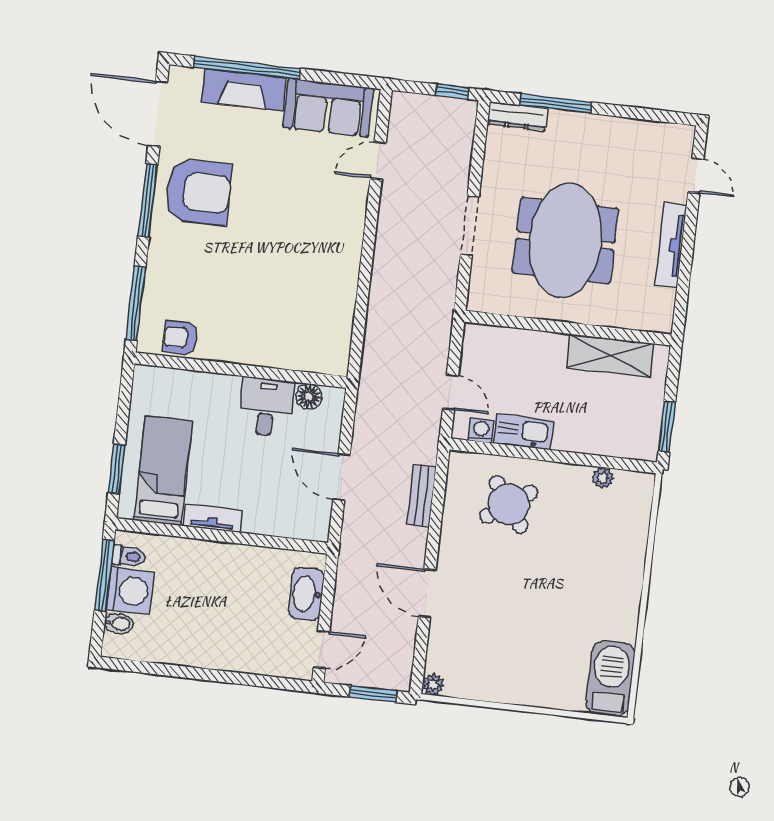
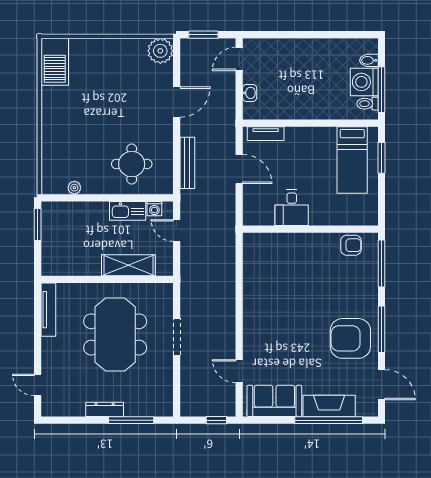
window: (452, 92) -> (216, 420), moved
door: (158, 114) -> (382, 385), width x0.73
dresser: (518, 116) -> (105, 409), moved
door: (378, 161) -> (239, 371), swing flipped
tv unit: (671, 245) -> (48, 310), moved
shelving: (610, 356) -> (128, 265), moved
floor lamp: (309, 397) -> (266, 217), removed
bench: (421, 496) -> (187, 163), width x1.36
round table: (509, 504) -> (132, 164), turned 35
tv unit: (212, 518) -> (266, 134), moved
door: (427, 593) -> (177, 102), hinge flipped
washbasin: (306, 594) -> (250, 93), width x0.52, depth x0.69
plant: (433, 685) -> (160, 51), width x1.88, depth x1.88

